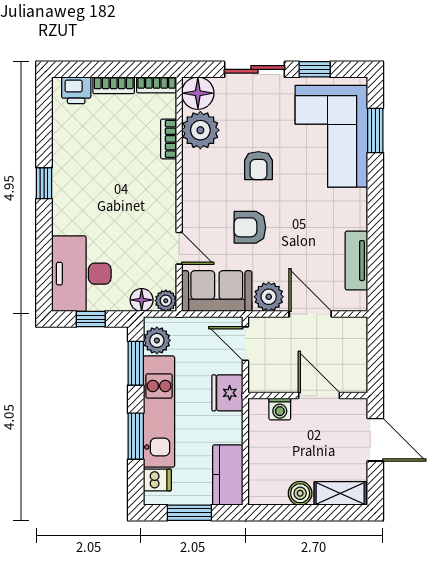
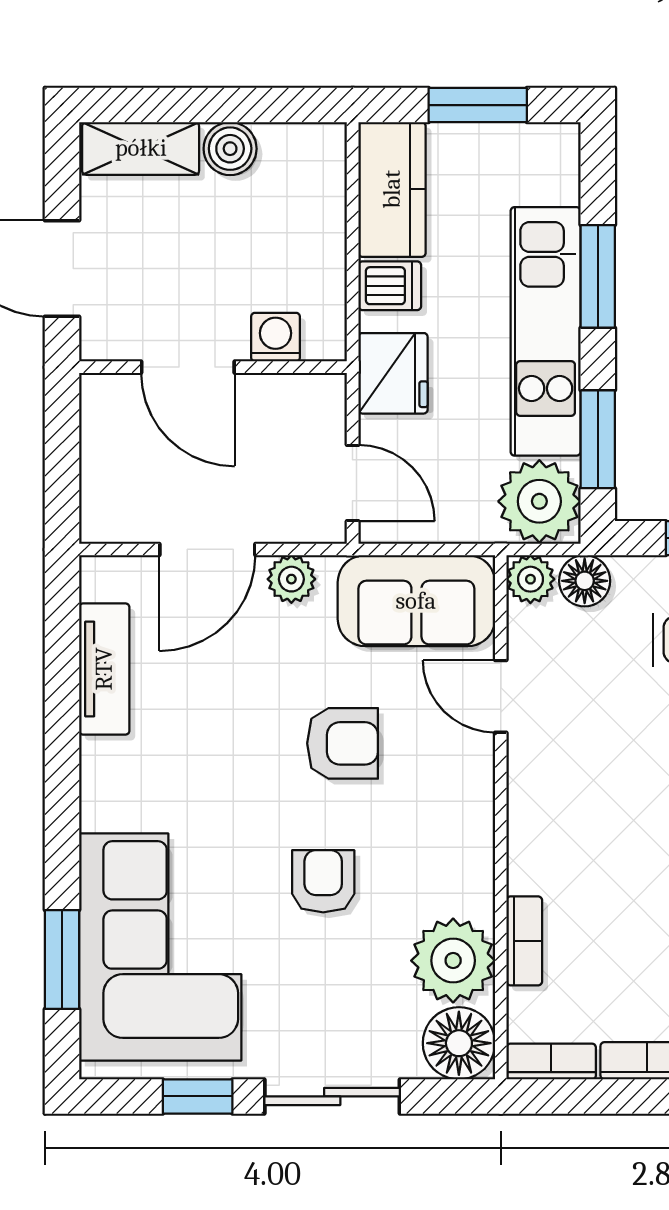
plant: (269, 297) -> (291, 579), width x0.73, depth x0.73
door: (310, 314) -> (207, 549), hinge flipped
plant: (157, 340) -> (539, 501), width x1.36, depth x1.36
dishwasher: (157, 480) -> (390, 286), moved, turned 180

